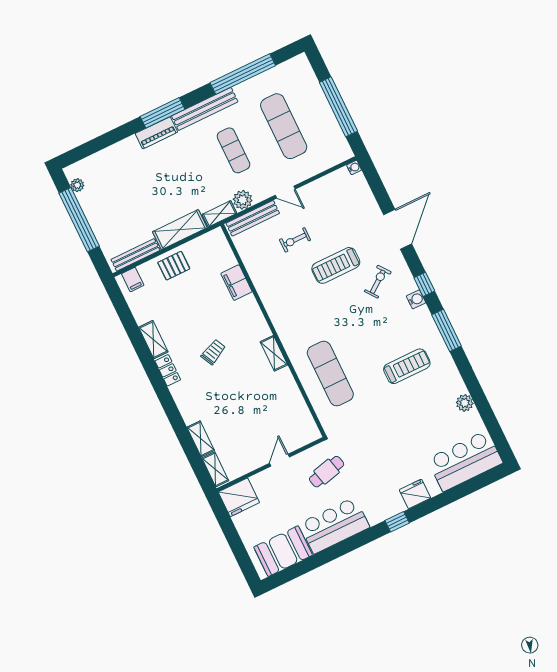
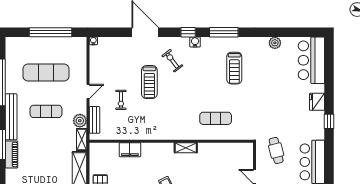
bench: (253, 218) -> (94, 120), width x0.73
treadmill: (407, 366) -> (234, 68), turned 180
exercise mat: (330, 374) -> (216, 118), width x0.73, depth x0.69

